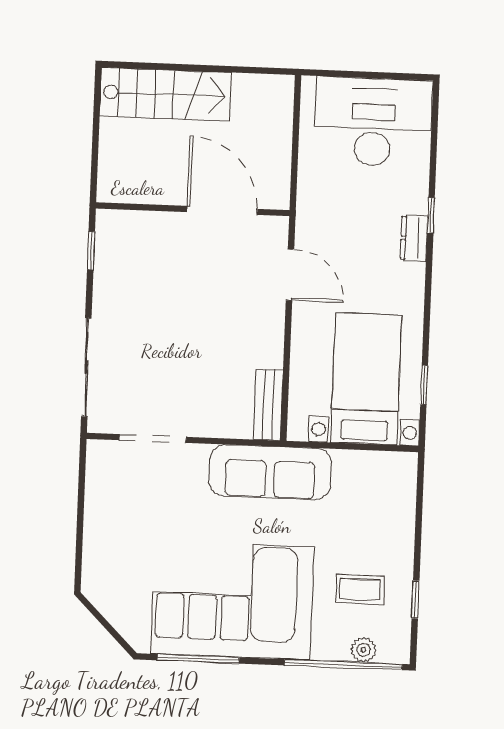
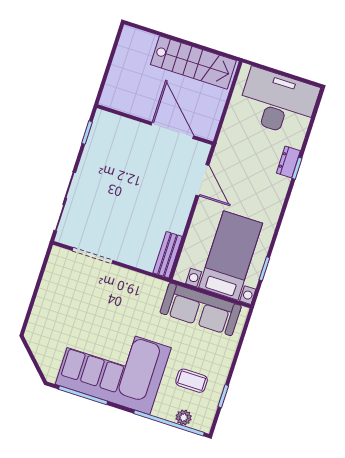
stairs: (165, 94) -> (193, 63), moved
dresser: (414, 238) -> (288, 162), moved
sofa: (270, 472) -> (201, 309), moved

